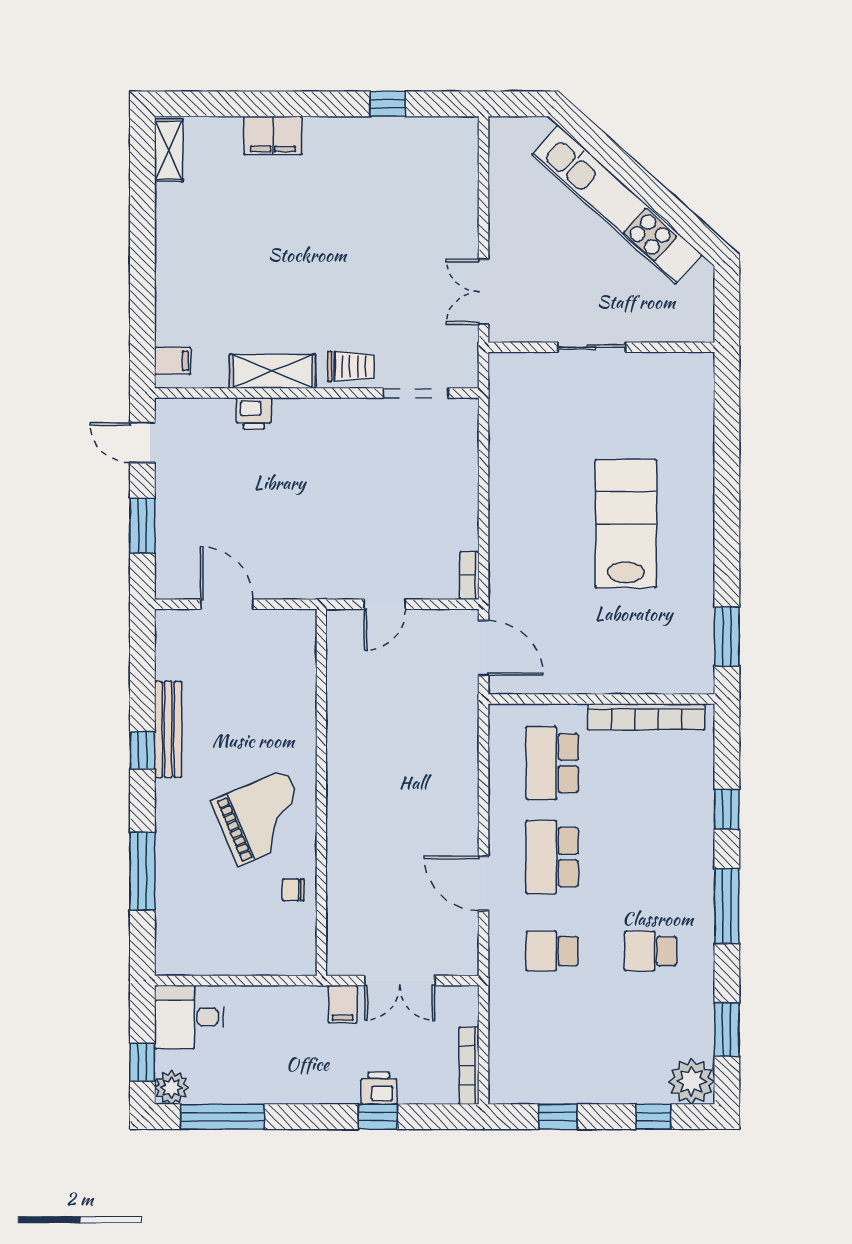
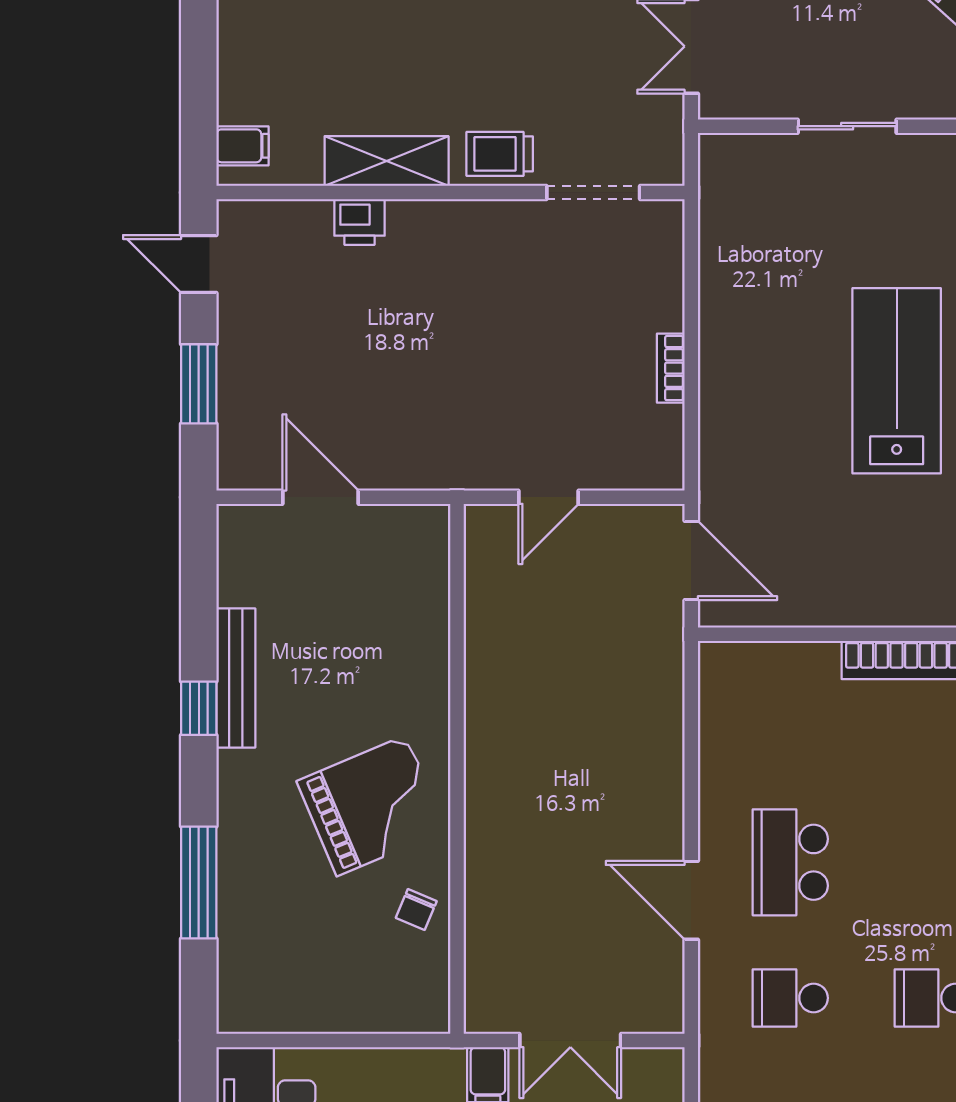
trolley: (351, 366) -> (500, 154), turned 180
bookcase: (469, 576) -> (671, 368), moved
school desk: (552, 763) -> (790, 727), removed
chair: (293, 890) -> (416, 909), turned -67

